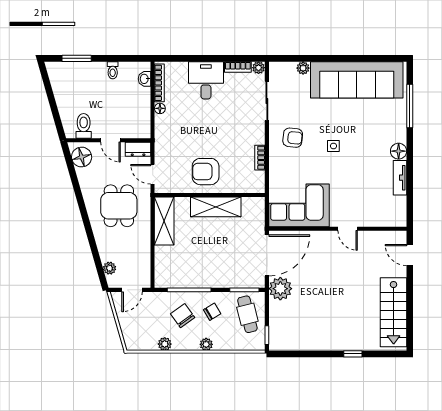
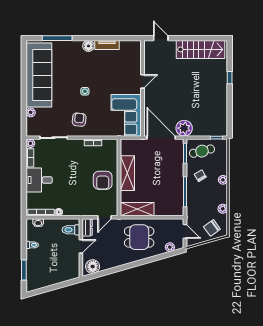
toilet: (84, 126) -> (71, 230), moved
dining table: (119, 206) -> (139, 237), moved
door: (410, 255) -> (161, 38), swing flipped
chair: (183, 316) -> (212, 228), moved

